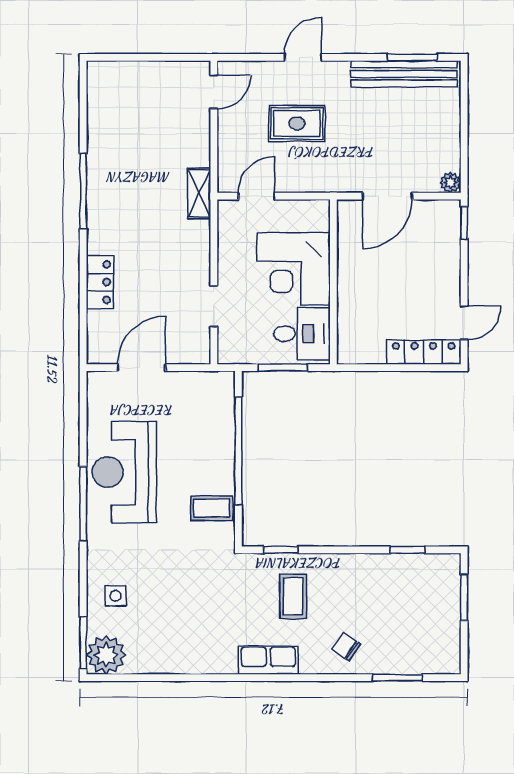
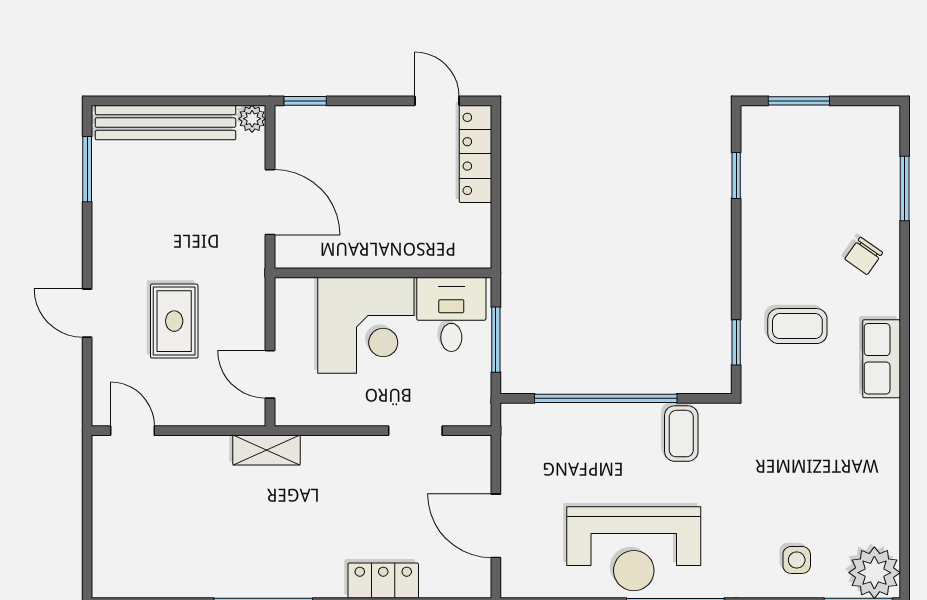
bench: (404, 74) -> (166, 123), moved, turned 90

